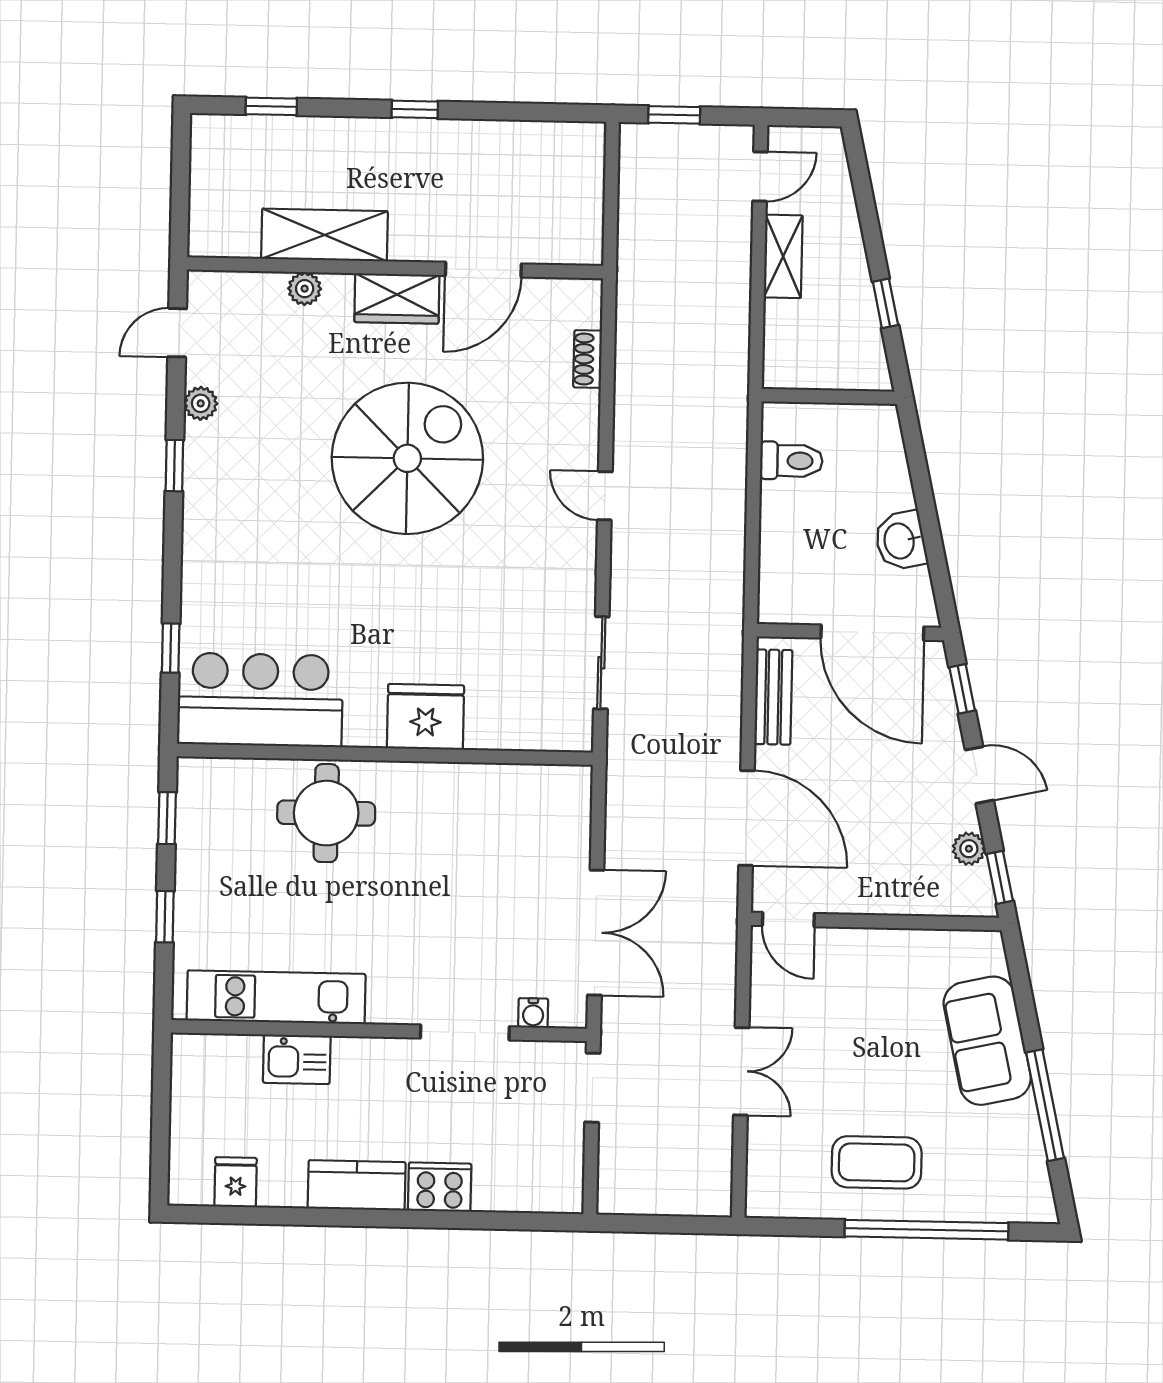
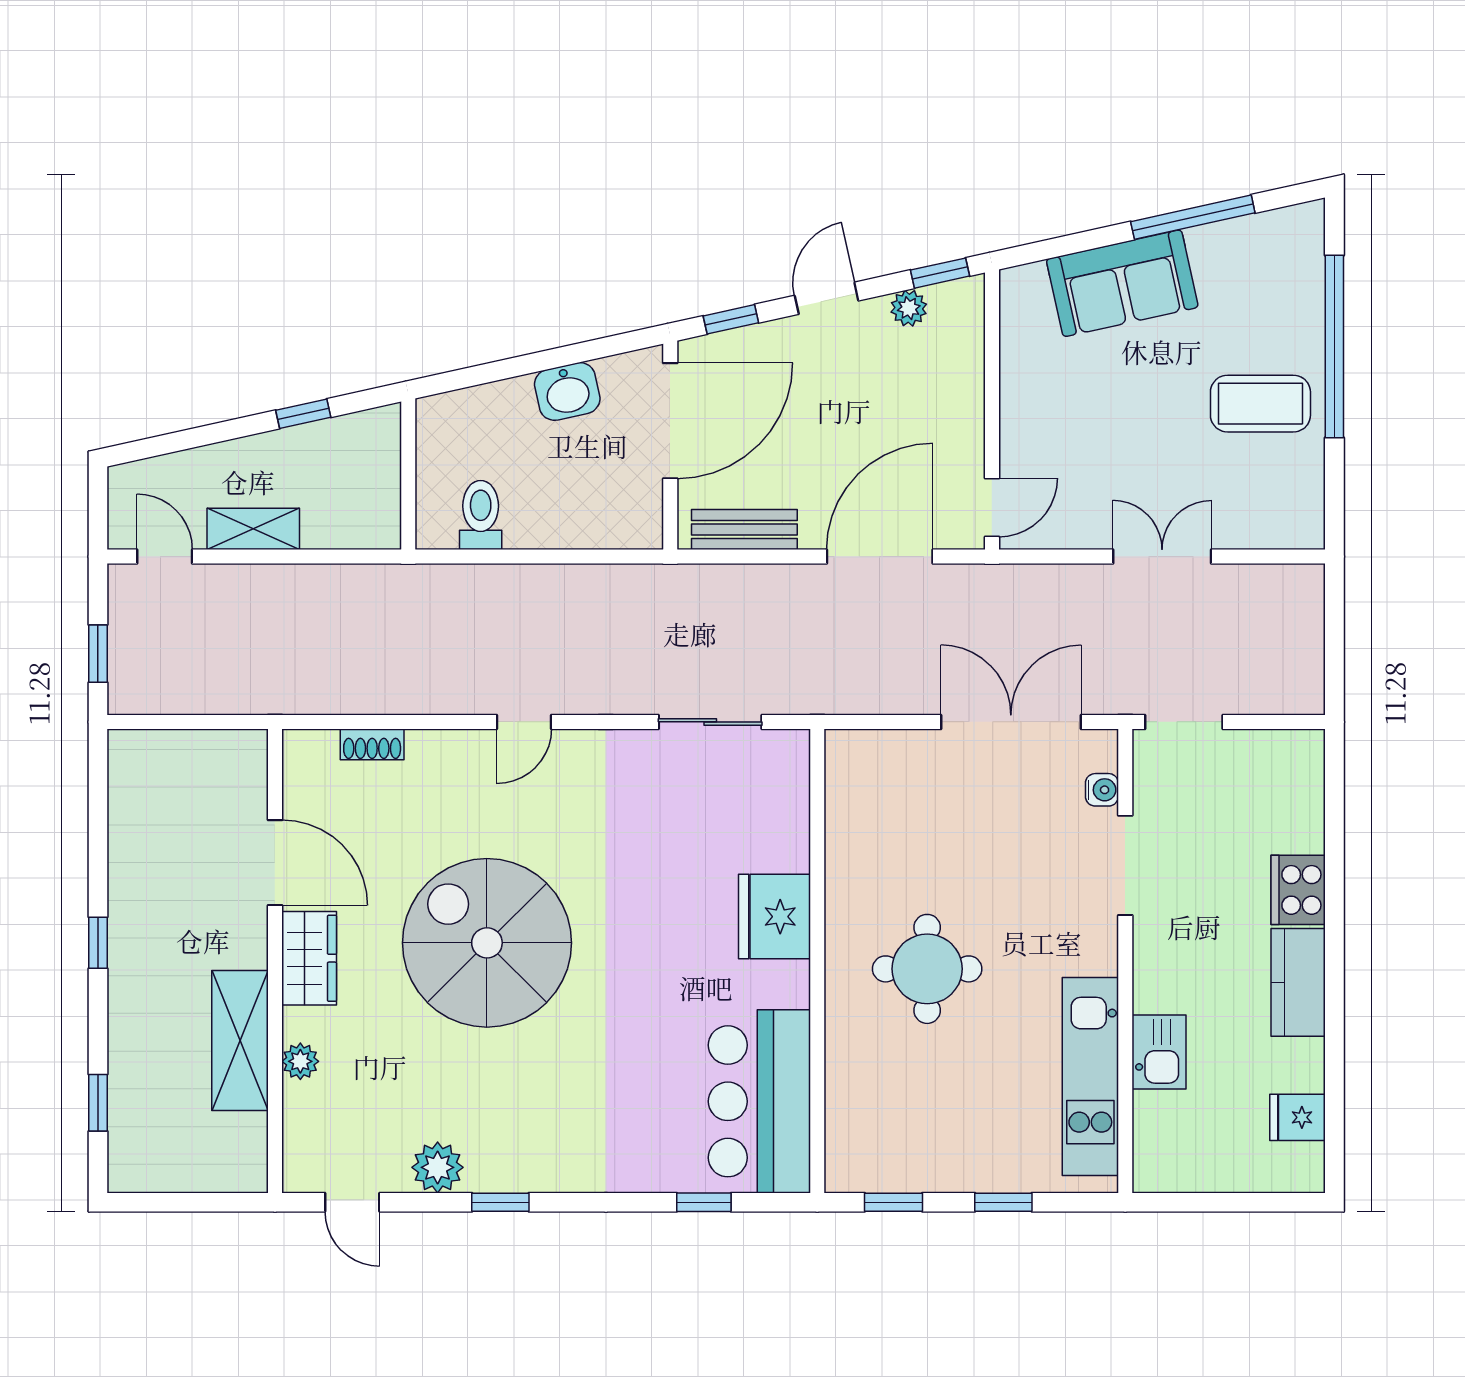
plant: (201, 403) -> (438, 1167), width x1.38, depth x1.38
round table: (326, 813) -> (927, 969), moved
coffee table: (877, 1162) -> (1260, 404), turned 90

